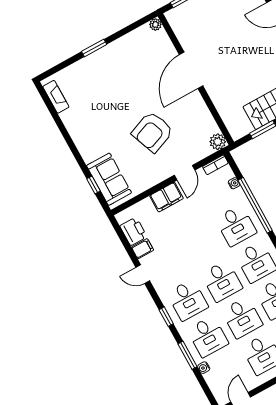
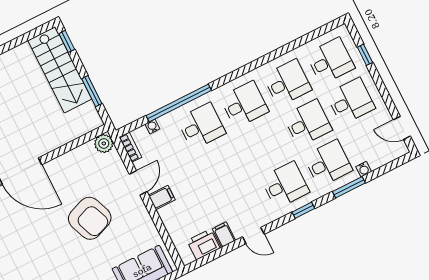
door: (185, 173) -> (138, 183), hinge flipped
filing cabinet: (166, 197) -> (162, 198), width x0.50
door: (143, 274) -> (253, 236), hinge flipped
desk: (222, 281) -> (265, 145), removed

